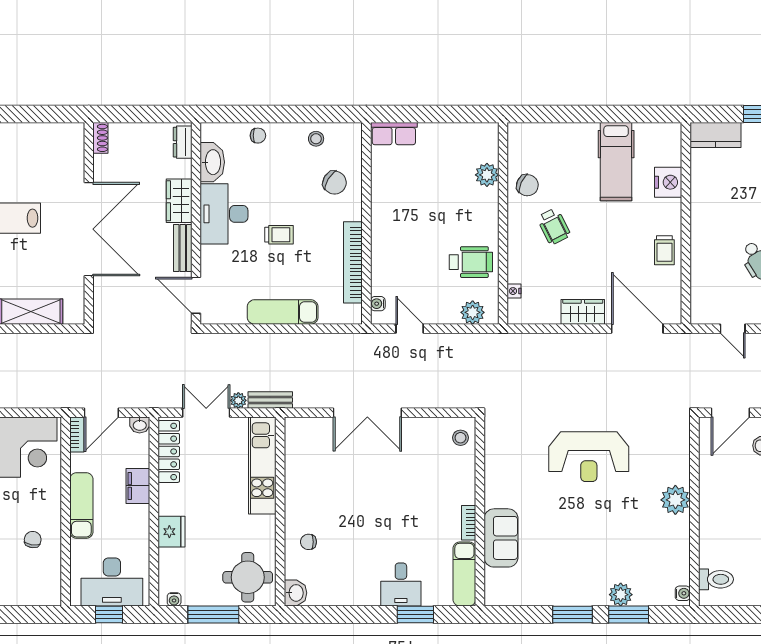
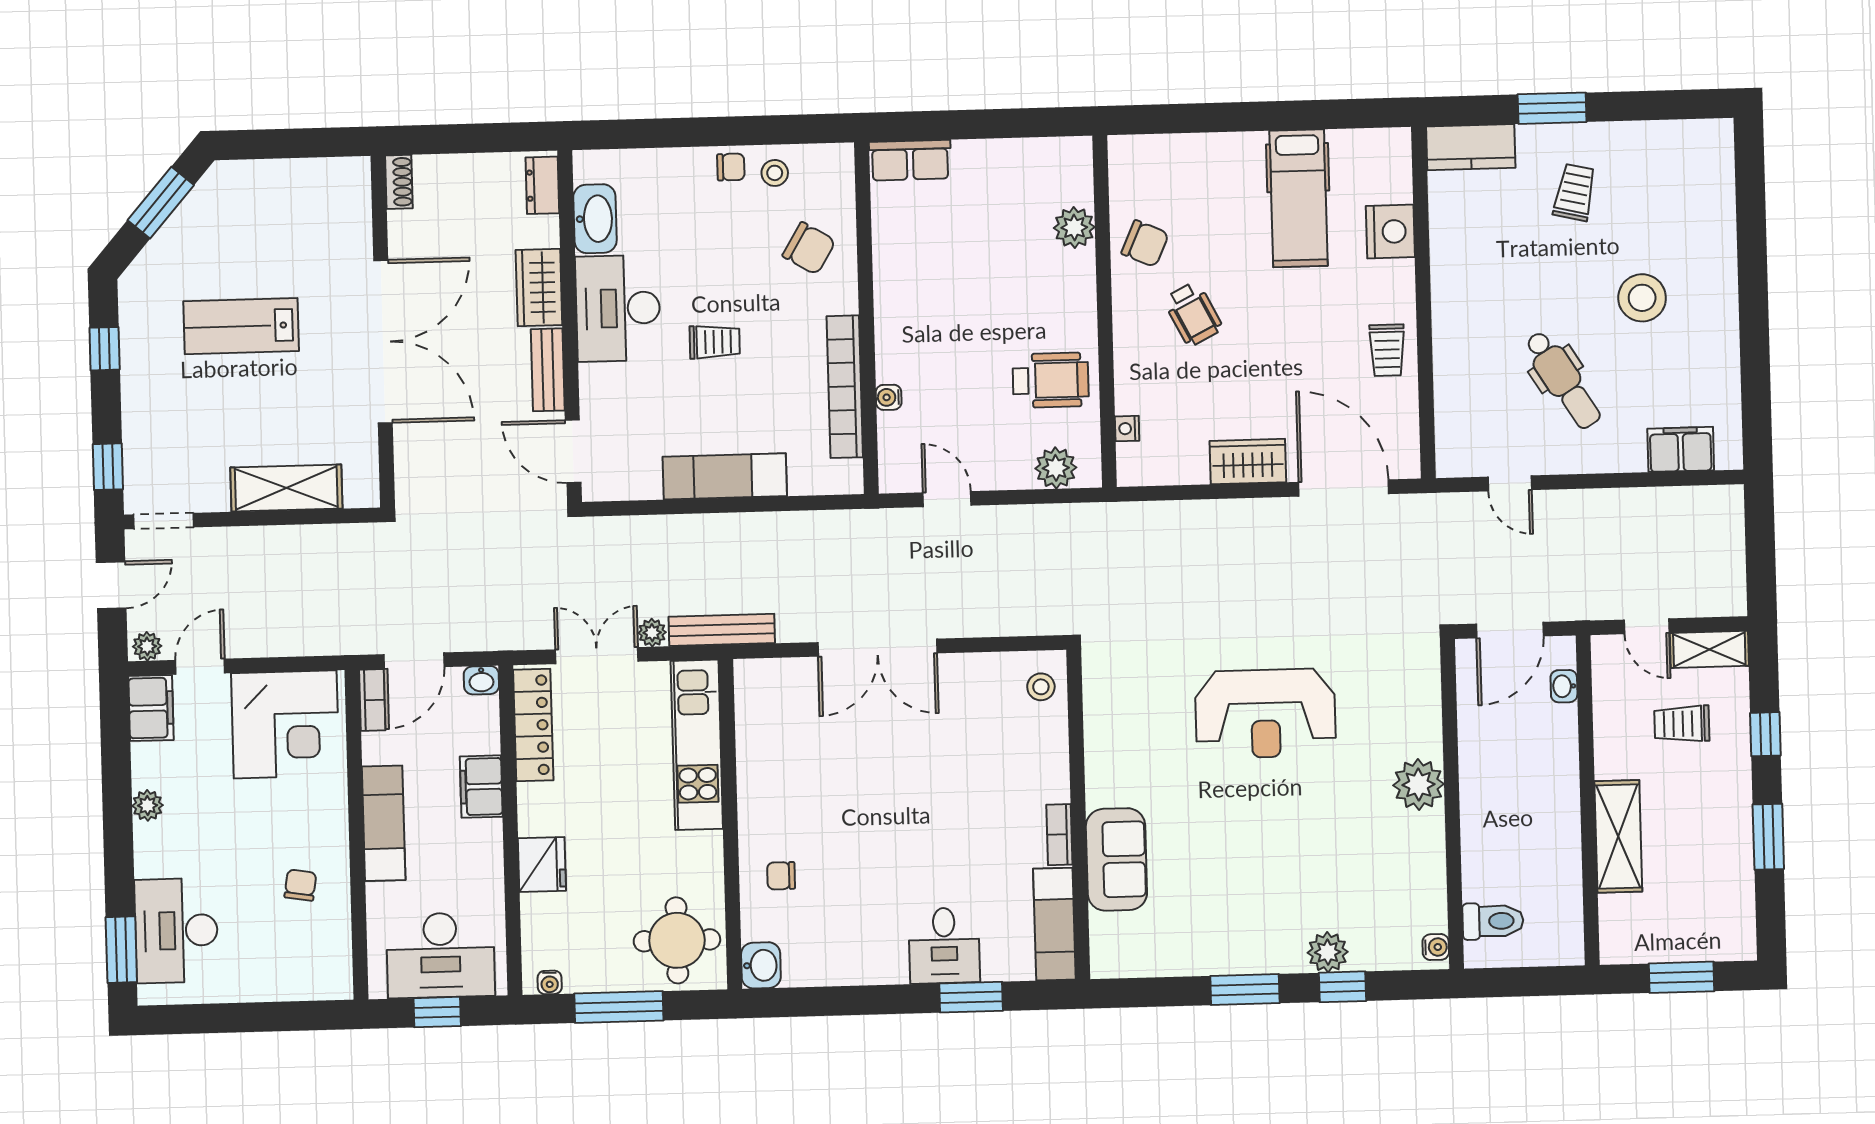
chair: (258, 136) -> (731, 167), moved
water cooler: (378, 304) -> (889, 397), moved
bench: (270, 400) -> (722, 630), width x1.36
window: (629, 615) -> (1343, 987), width x0.67

